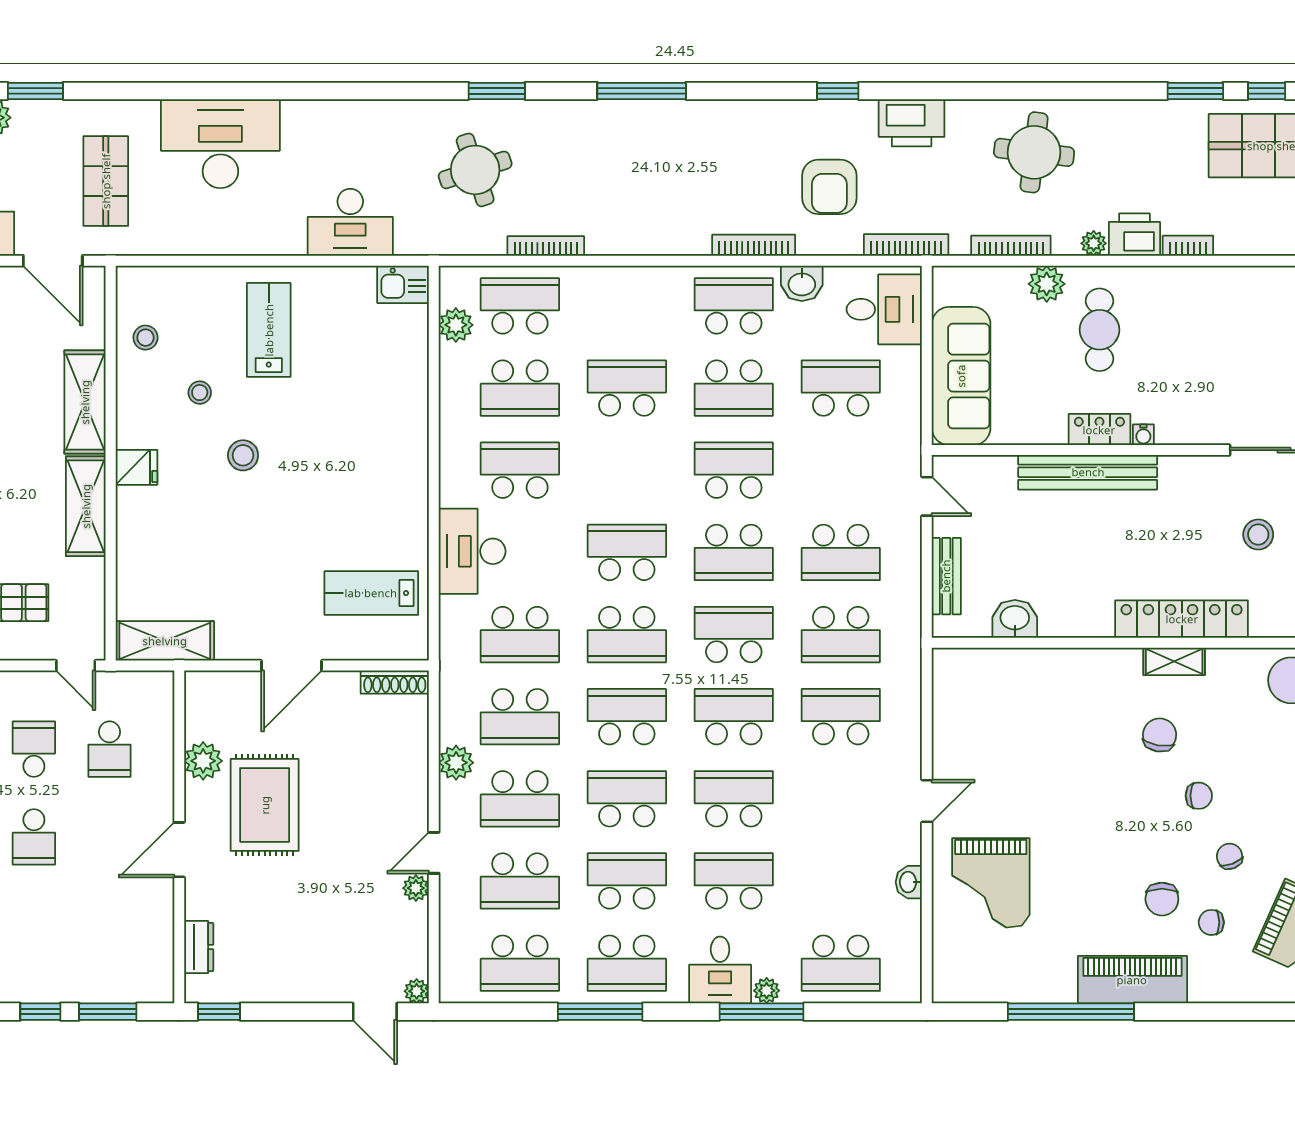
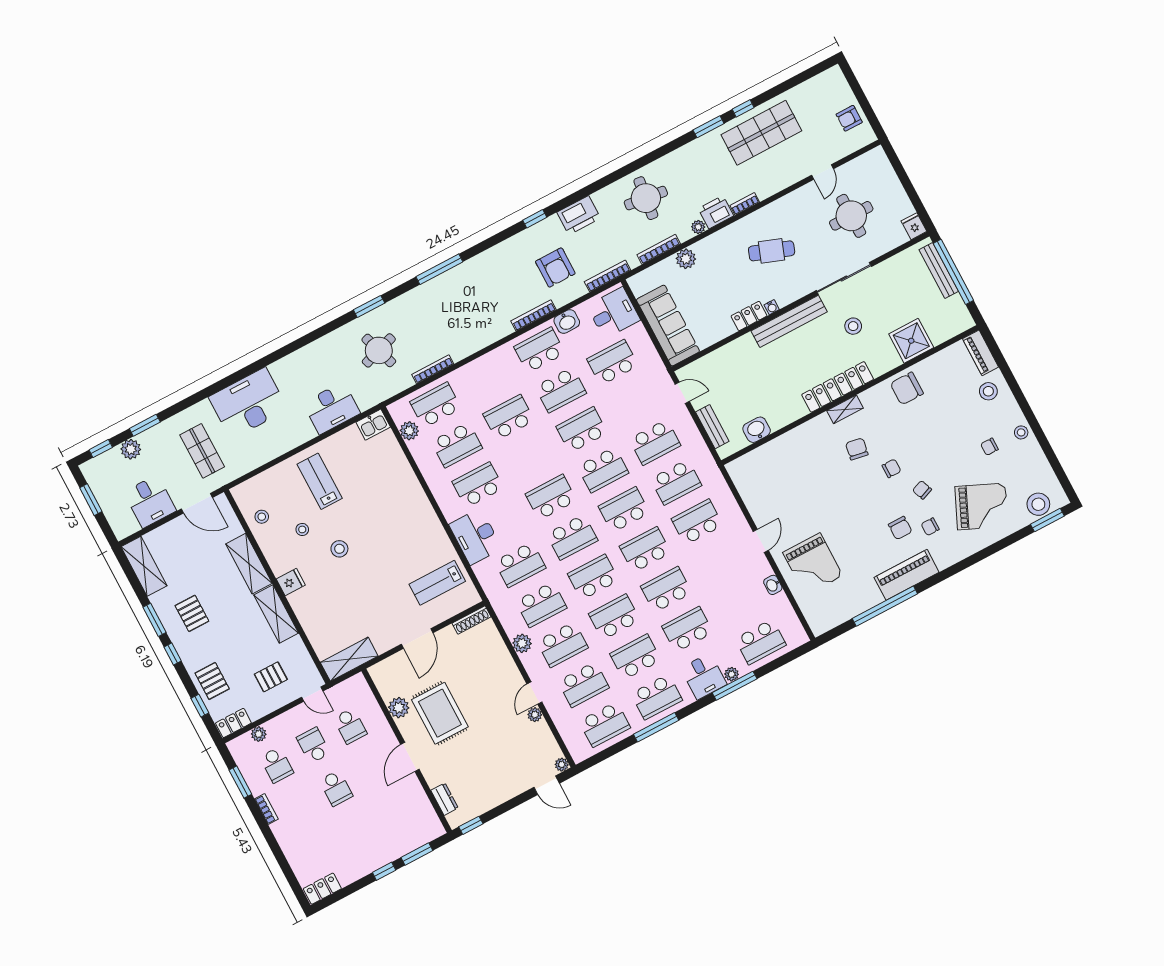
cafe table: (1099, 330) -> (772, 251), moved, turned -70
bench: (1088, 472) -> (789, 321), moved

